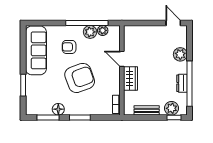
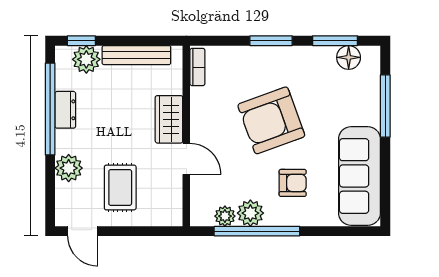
rug: (155, 45) -> (120, 187), added
window: (23, 85) -> (385, 106), width x1.44
floor lamp: (58, 109) -> (349, 57), moved
bench: (147, 110) -> (136, 55), width x1.36

